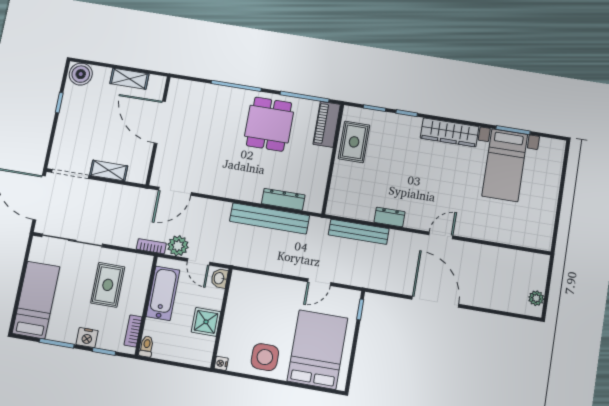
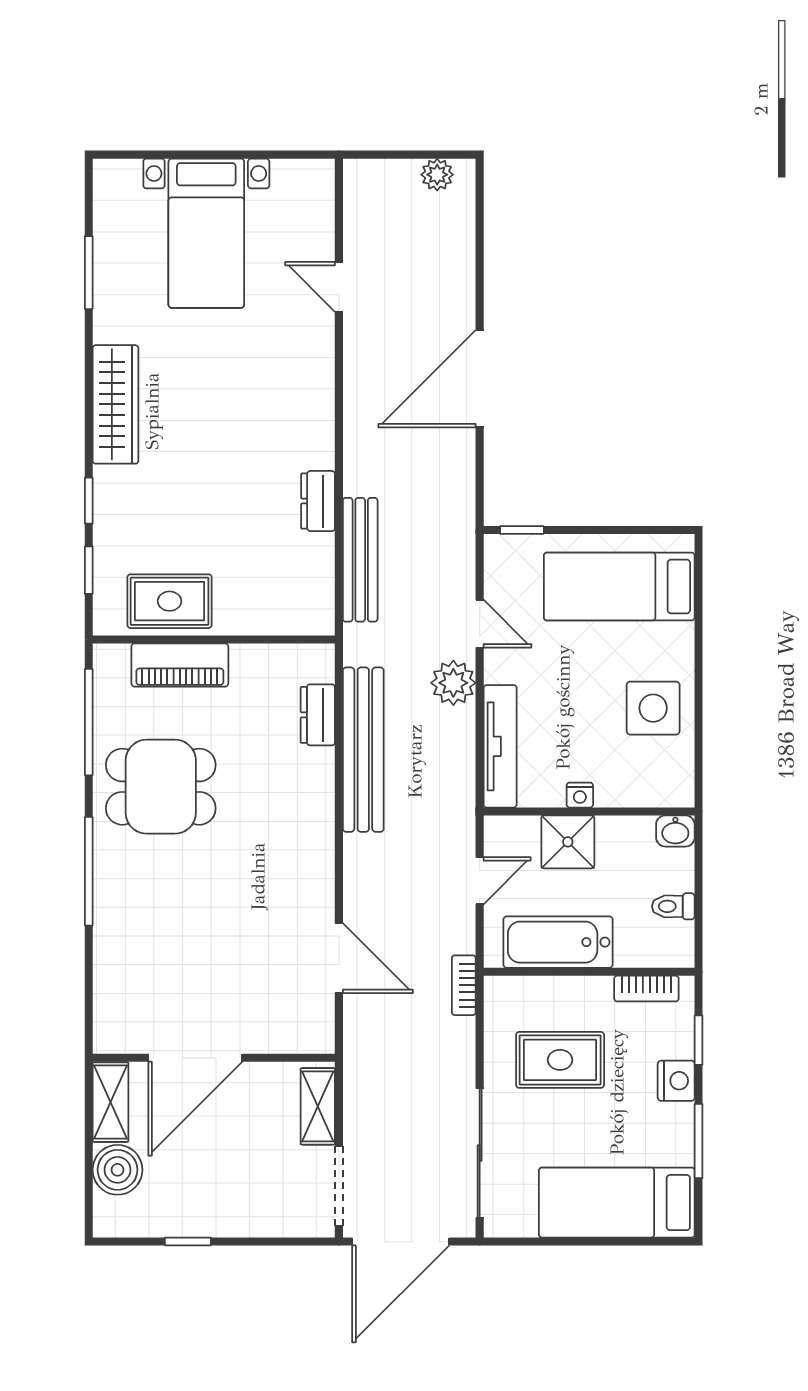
boiler: (81, 74) -> (118, 1170), moved
door: (160, 122) -> (195, 1058), moved
piano: (327, 124) -> (180, 665), moved
wall: (158, 131) -> (214, 1058), moved
bed with nightstands: (505, 165) -> (206, 233), moved, turned 90
dresser: (283, 199) -> (318, 715), width x0.70
door: (441, 235) -> (339, 287), moved
plant: (178, 246) -> (453, 683), moved
washbasin: (219, 278) -> (675, 831), moved
tv unit: (260, 282) -> (500, 746), added
shower: (206, 322) -> (568, 842), moved
toilet: (146, 346) -> (673, 906), moved
bed: (317, 350) -> (619, 586), width x0.67
nightstand: (221, 363) -> (580, 795), moved

